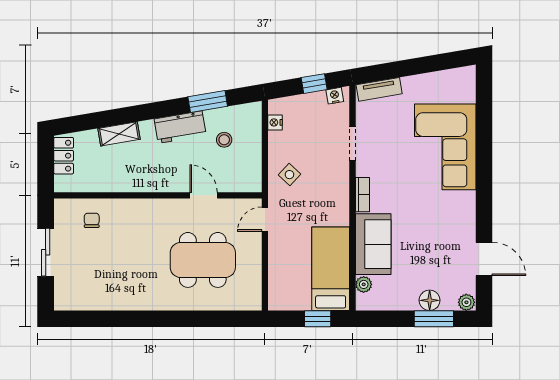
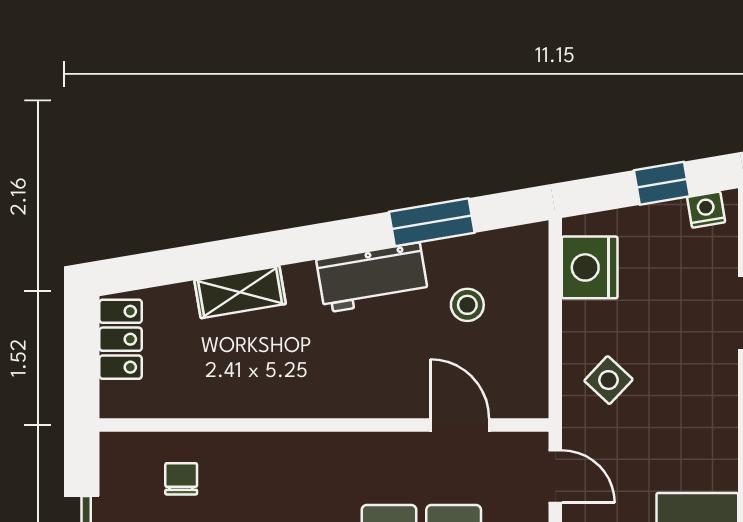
nightstand: (275, 122) -> (590, 267), width x1.89, depth x1.79
door: (204, 195) -> (460, 425), moved
door: (265, 219) -> (555, 477), swing flipped

